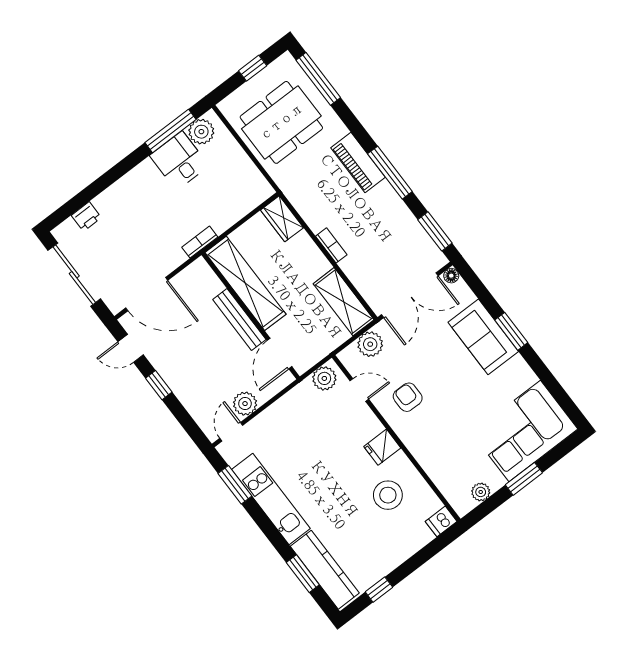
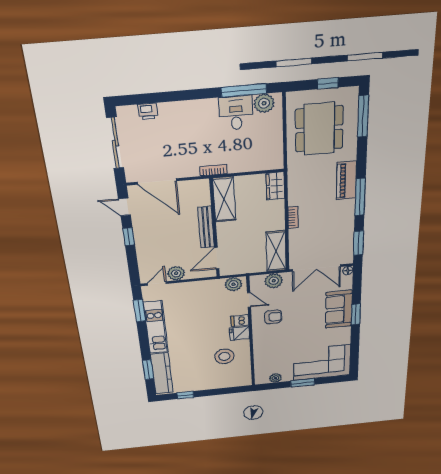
dining table: (281, 122) -> (319, 129), turned 90
shelving: (245, 283) -> (224, 199), width x0.68
armchair: (408, 397) -> (273, 317), turned 90
dishwasher: (441, 521) -> (240, 321), moved

